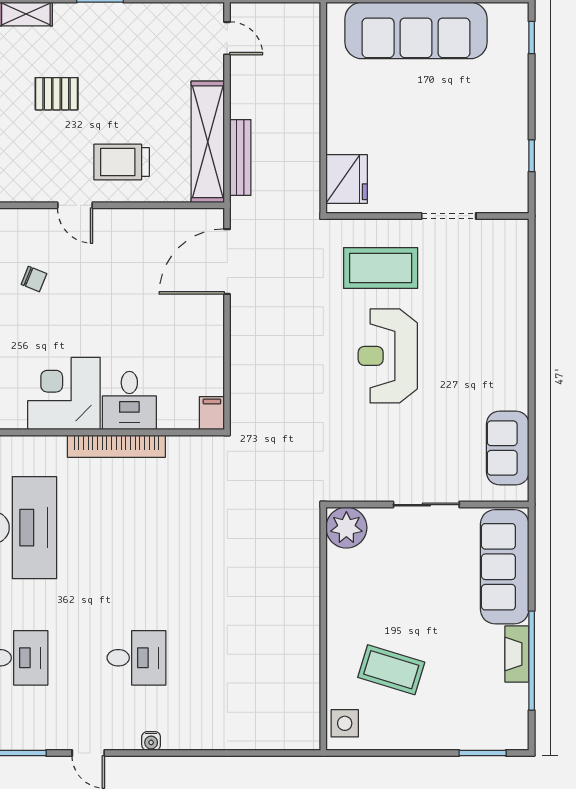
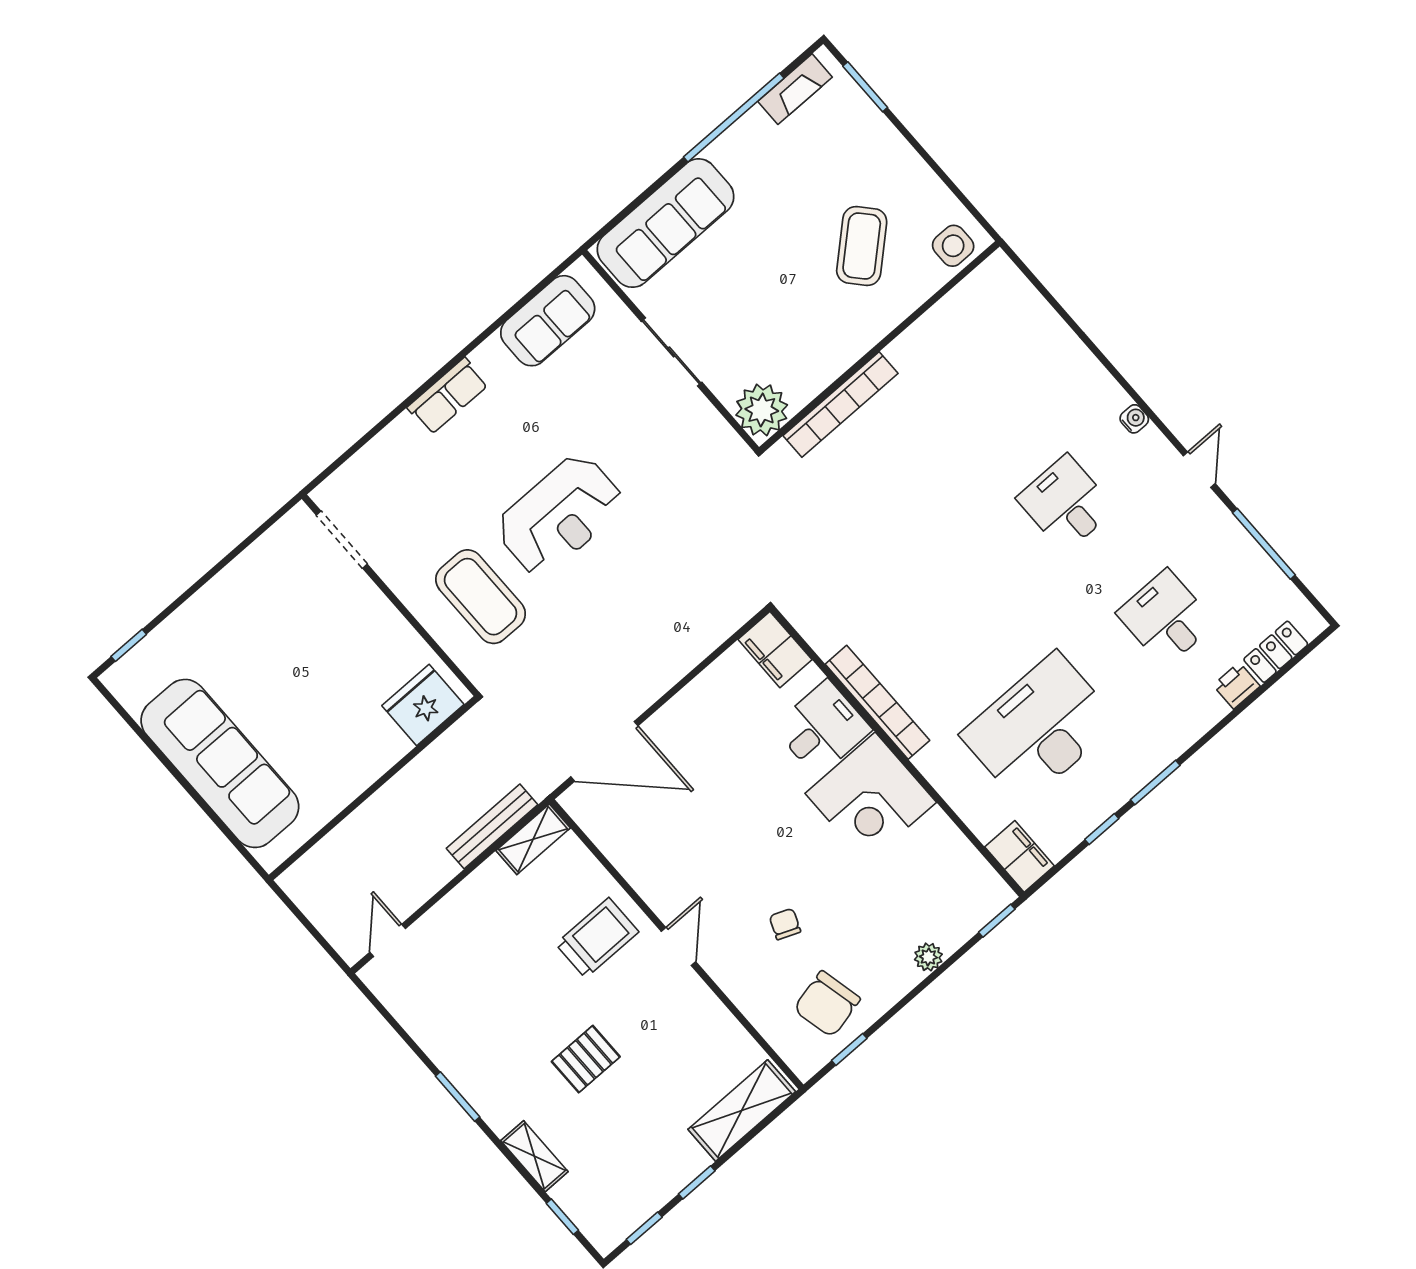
pallet: (57, 94) -> (586, 1059), turned 90
shelving: (208, 142) -> (533, 839), width x0.45, depth x0.75
window: (532, 156) -> (244, 545), removed
trolley: (122, 162) -> (597, 938), turned -90
doorway: (449, 216) -> (342, 540), moved
row of seats: (515, 351) -> (448, 396), added
filing cabinet: (212, 413) -> (775, 650), width x2.00
bookcase: (309, 577) -> (841, 405), added
fireplace: (517, 654) -> (795, 89), moved
coffee table: (391, 670) -> (862, 246), turned 31

